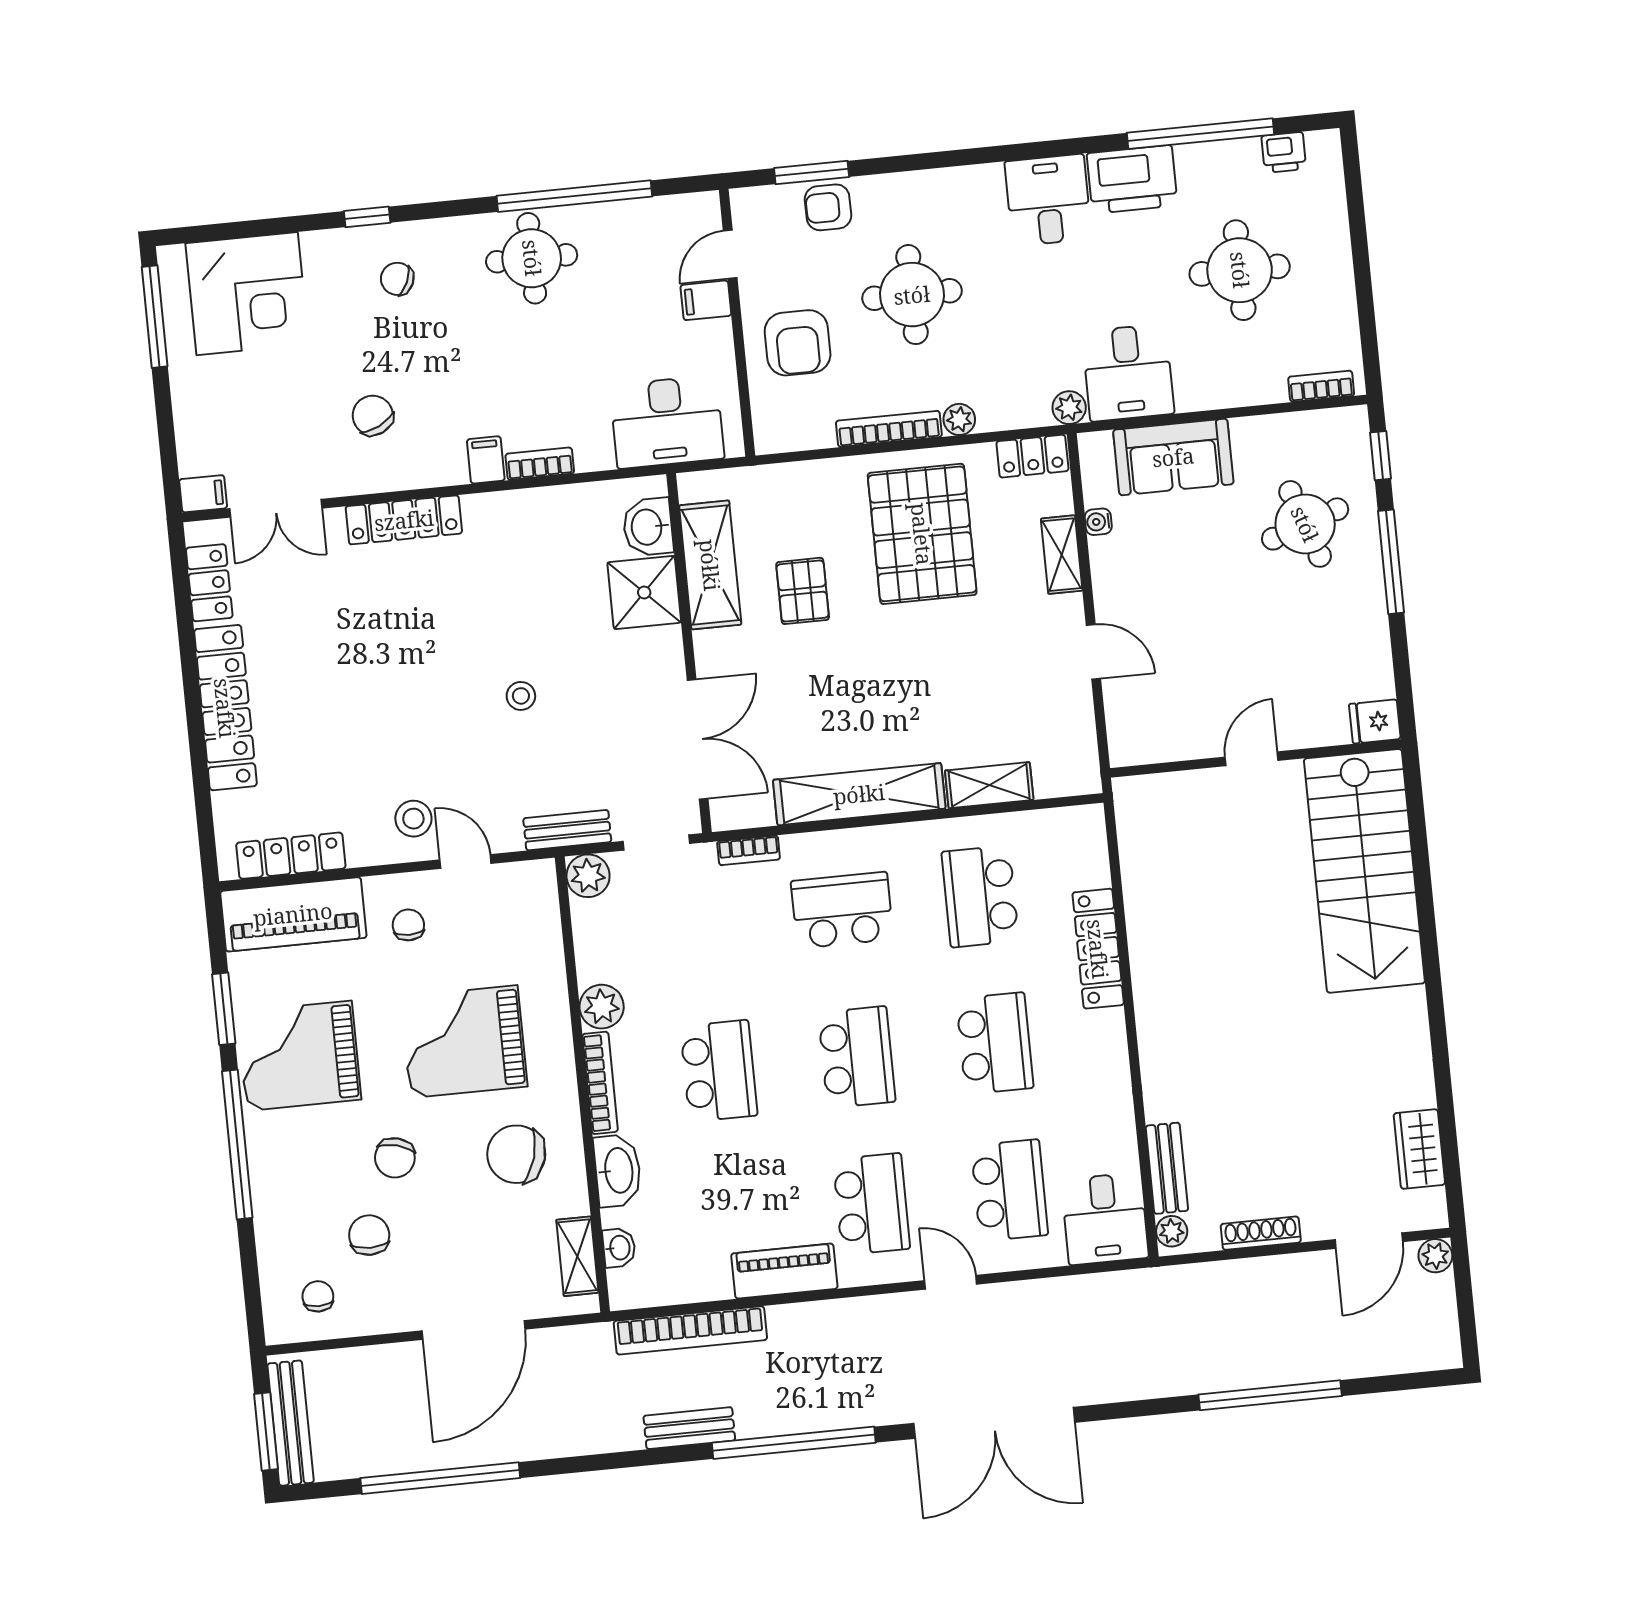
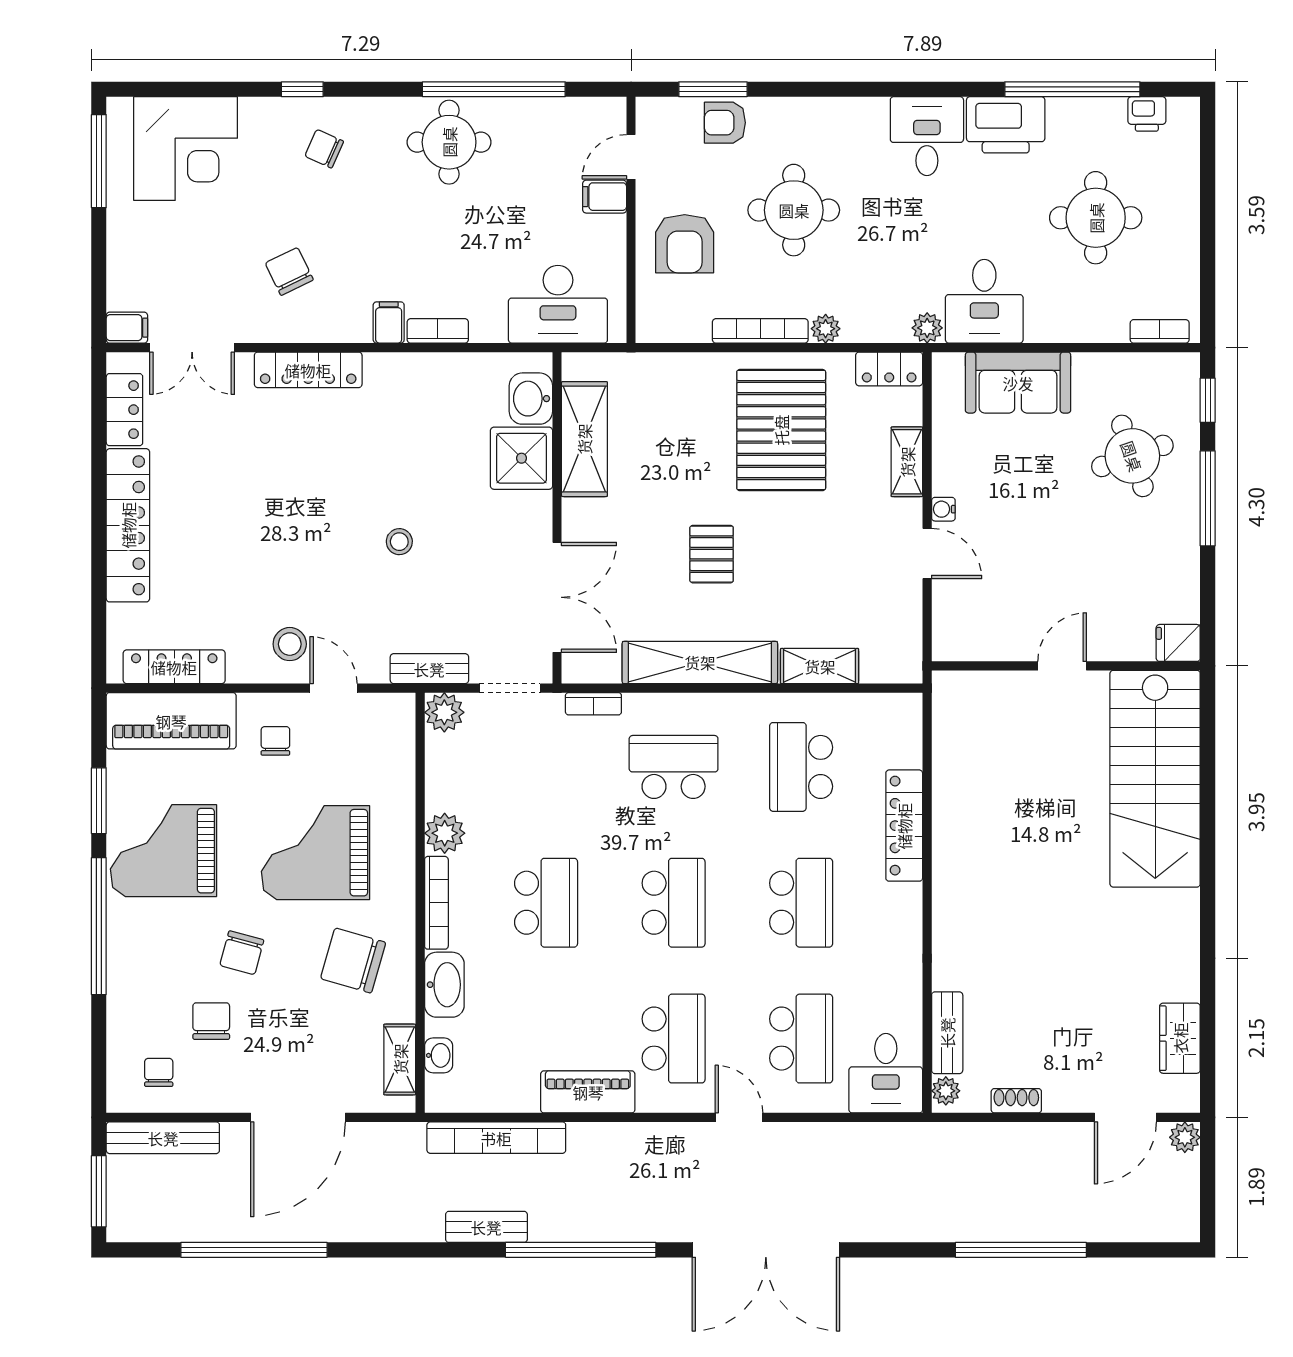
water cooler: (1098, 522) -> (943, 509), moved
pallet: (803, 591) -> (712, 554), moved
shoe rack: (1261, 1233) -> (1016, 1101), width x0.70
bench: (291, 1423) -> (163, 1138), moved, turned 90

